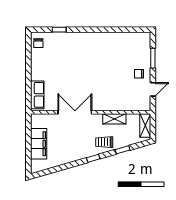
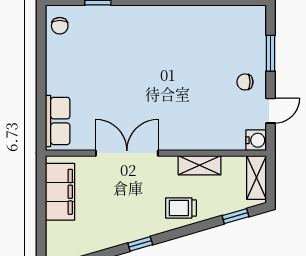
water cooler: (145, 105) -> (256, 140), added
filing cabinet: (39, 144) -> (60, 192), moved
window: (123, 150) -> (235, 216), moved
window: (93, 158) -> (140, 244), moved

